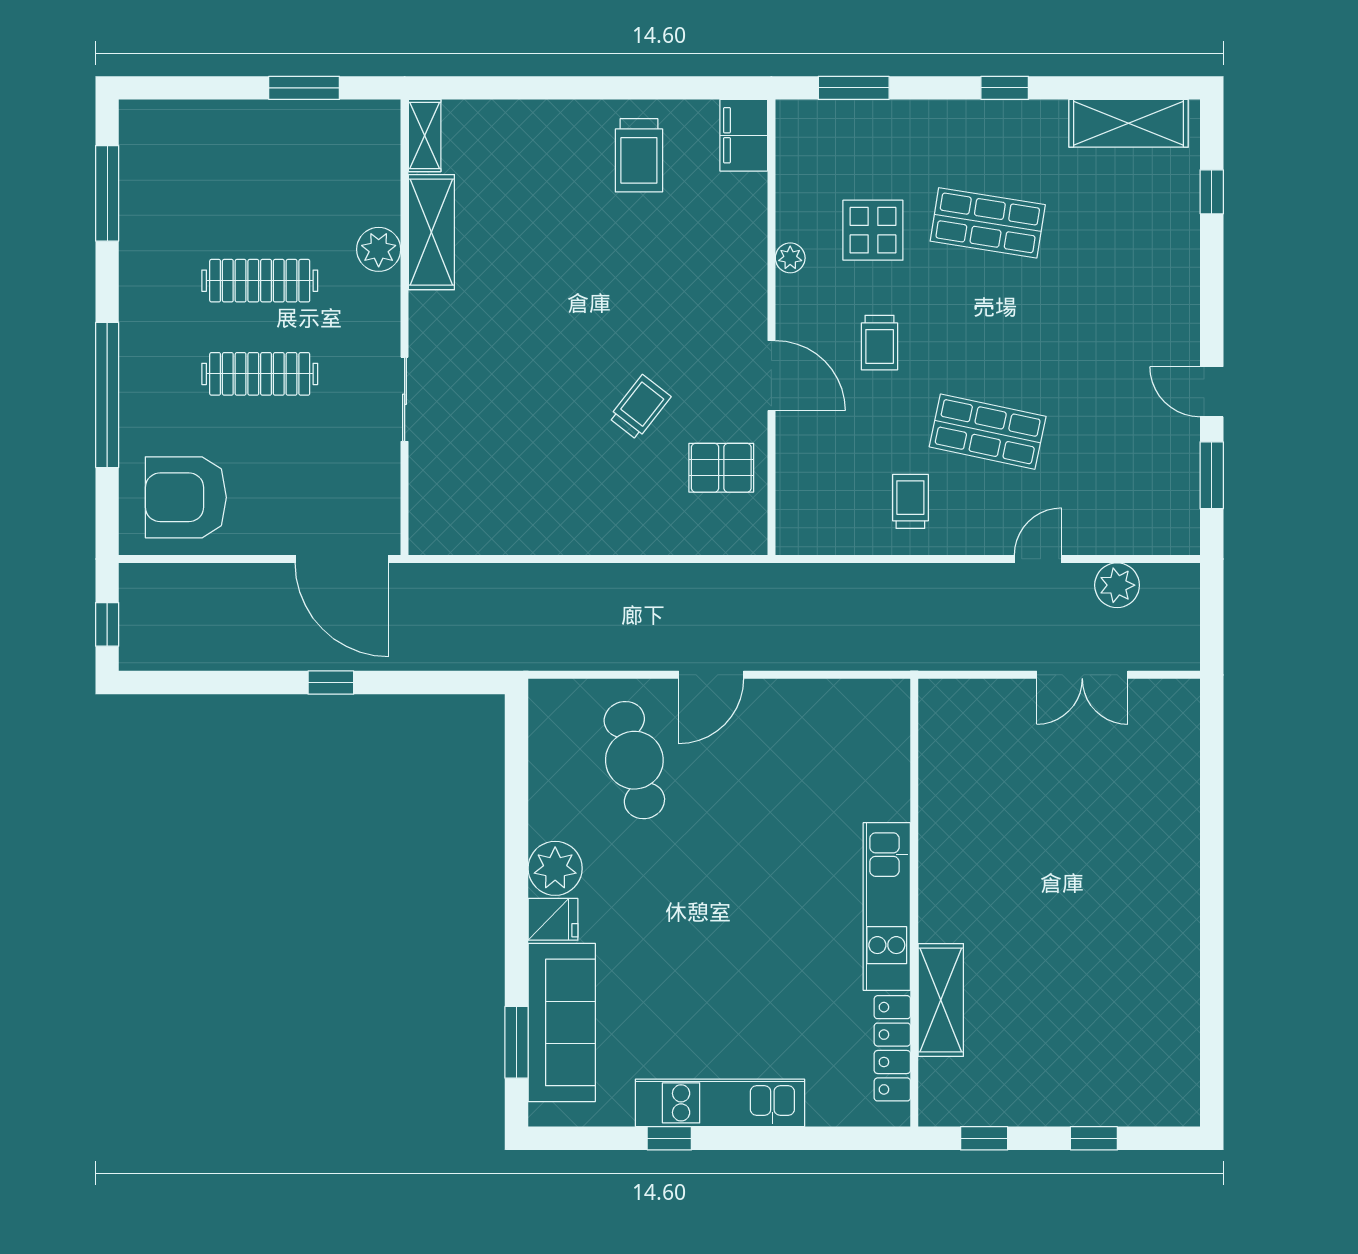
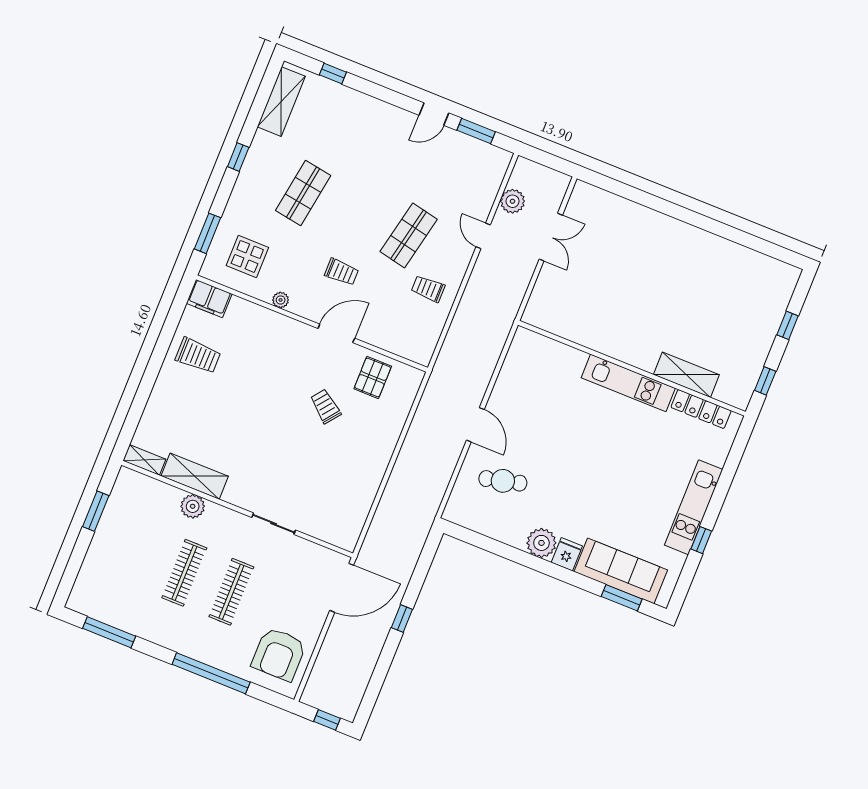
display table: (873, 230) -> (247, 256), moved
cafe table: (634, 760) -> (503, 481), width x0.73, depth x0.74

